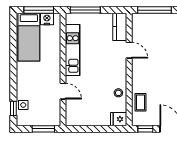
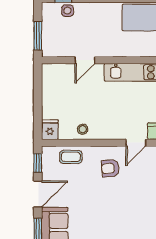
armchair: (150, 71) -> (110, 168), added

